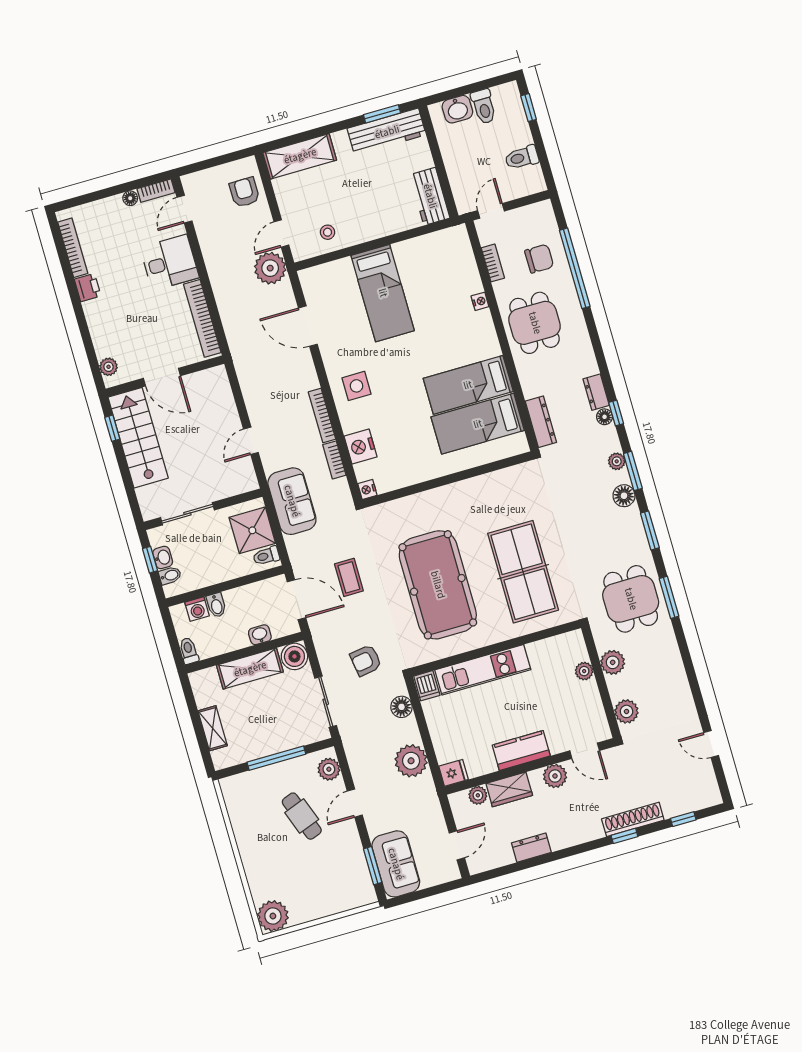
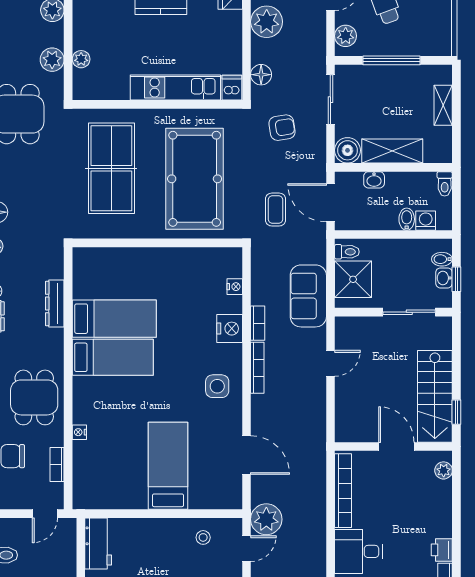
wall: (448, 480) -> (157, 243), moved

